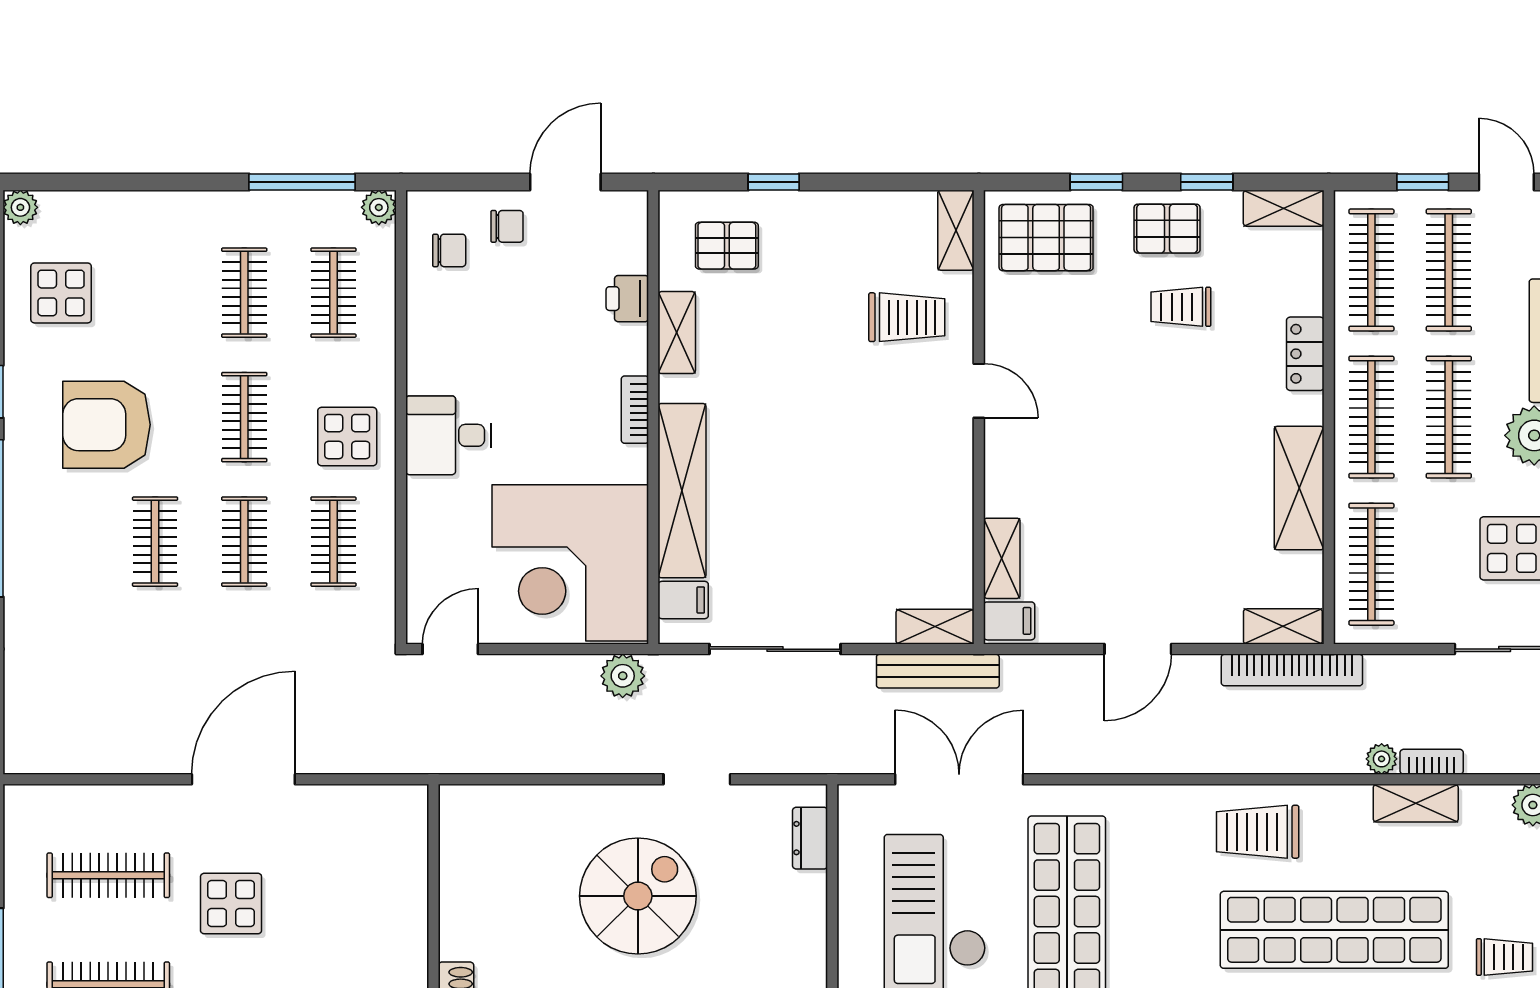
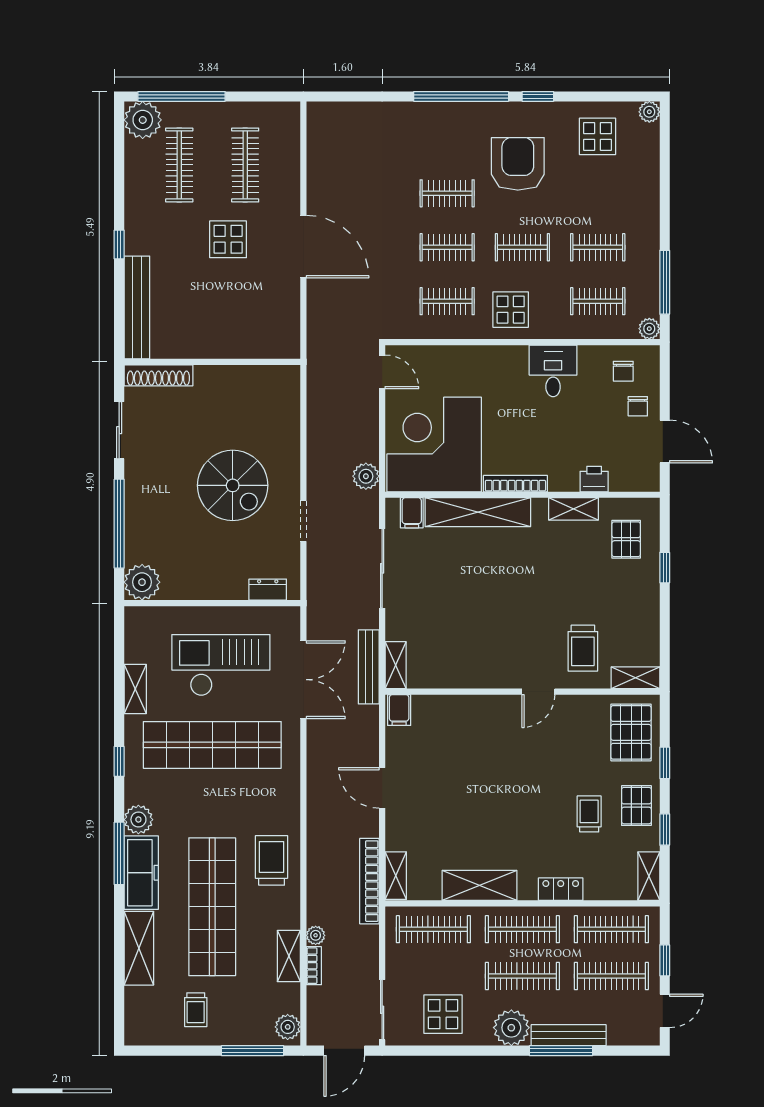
bookcase: (635, 410) -> (515, 484), width x1.56
desk: (449, 435) -> (553, 371), moved
shelving: (1002, 558) -> (437, 706), removed

